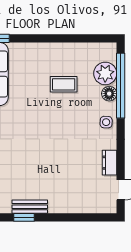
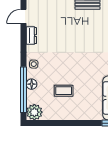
plant: (105, 73) -> (34, 112), moved

